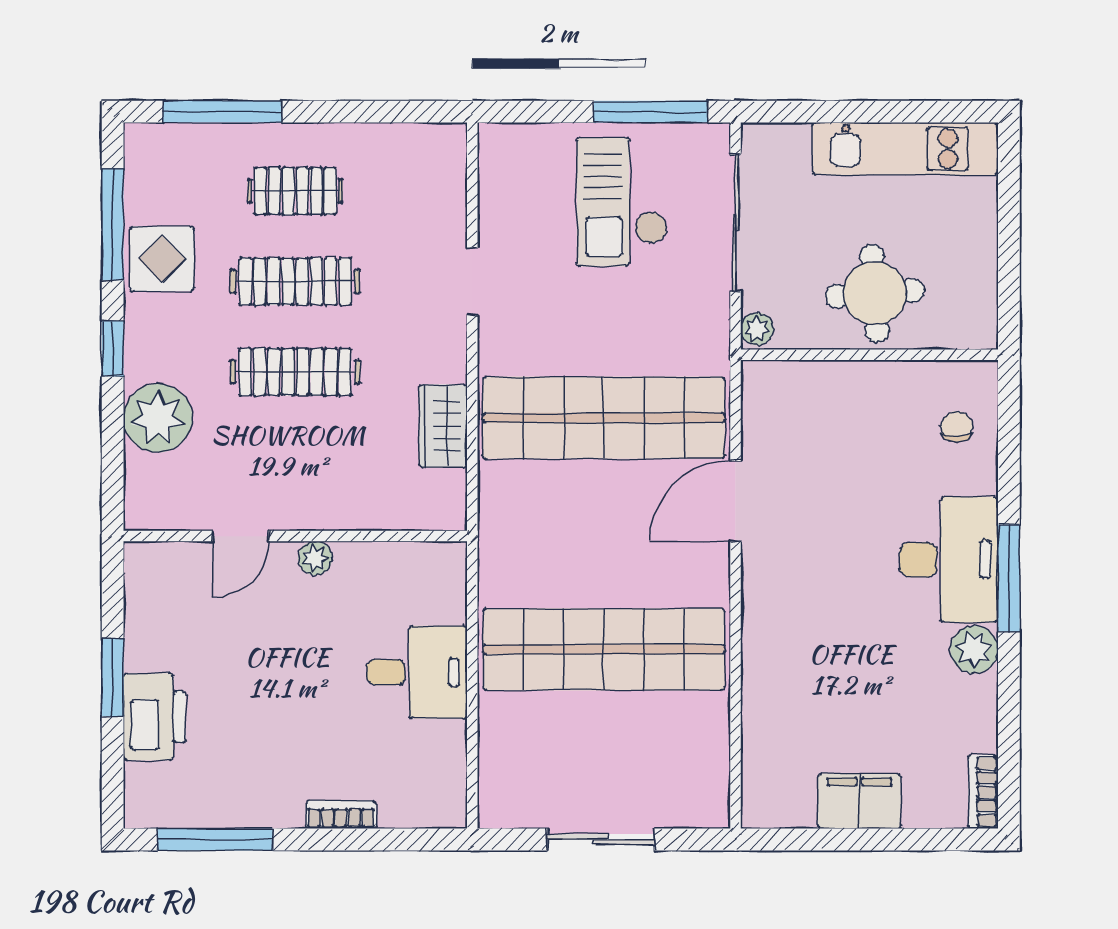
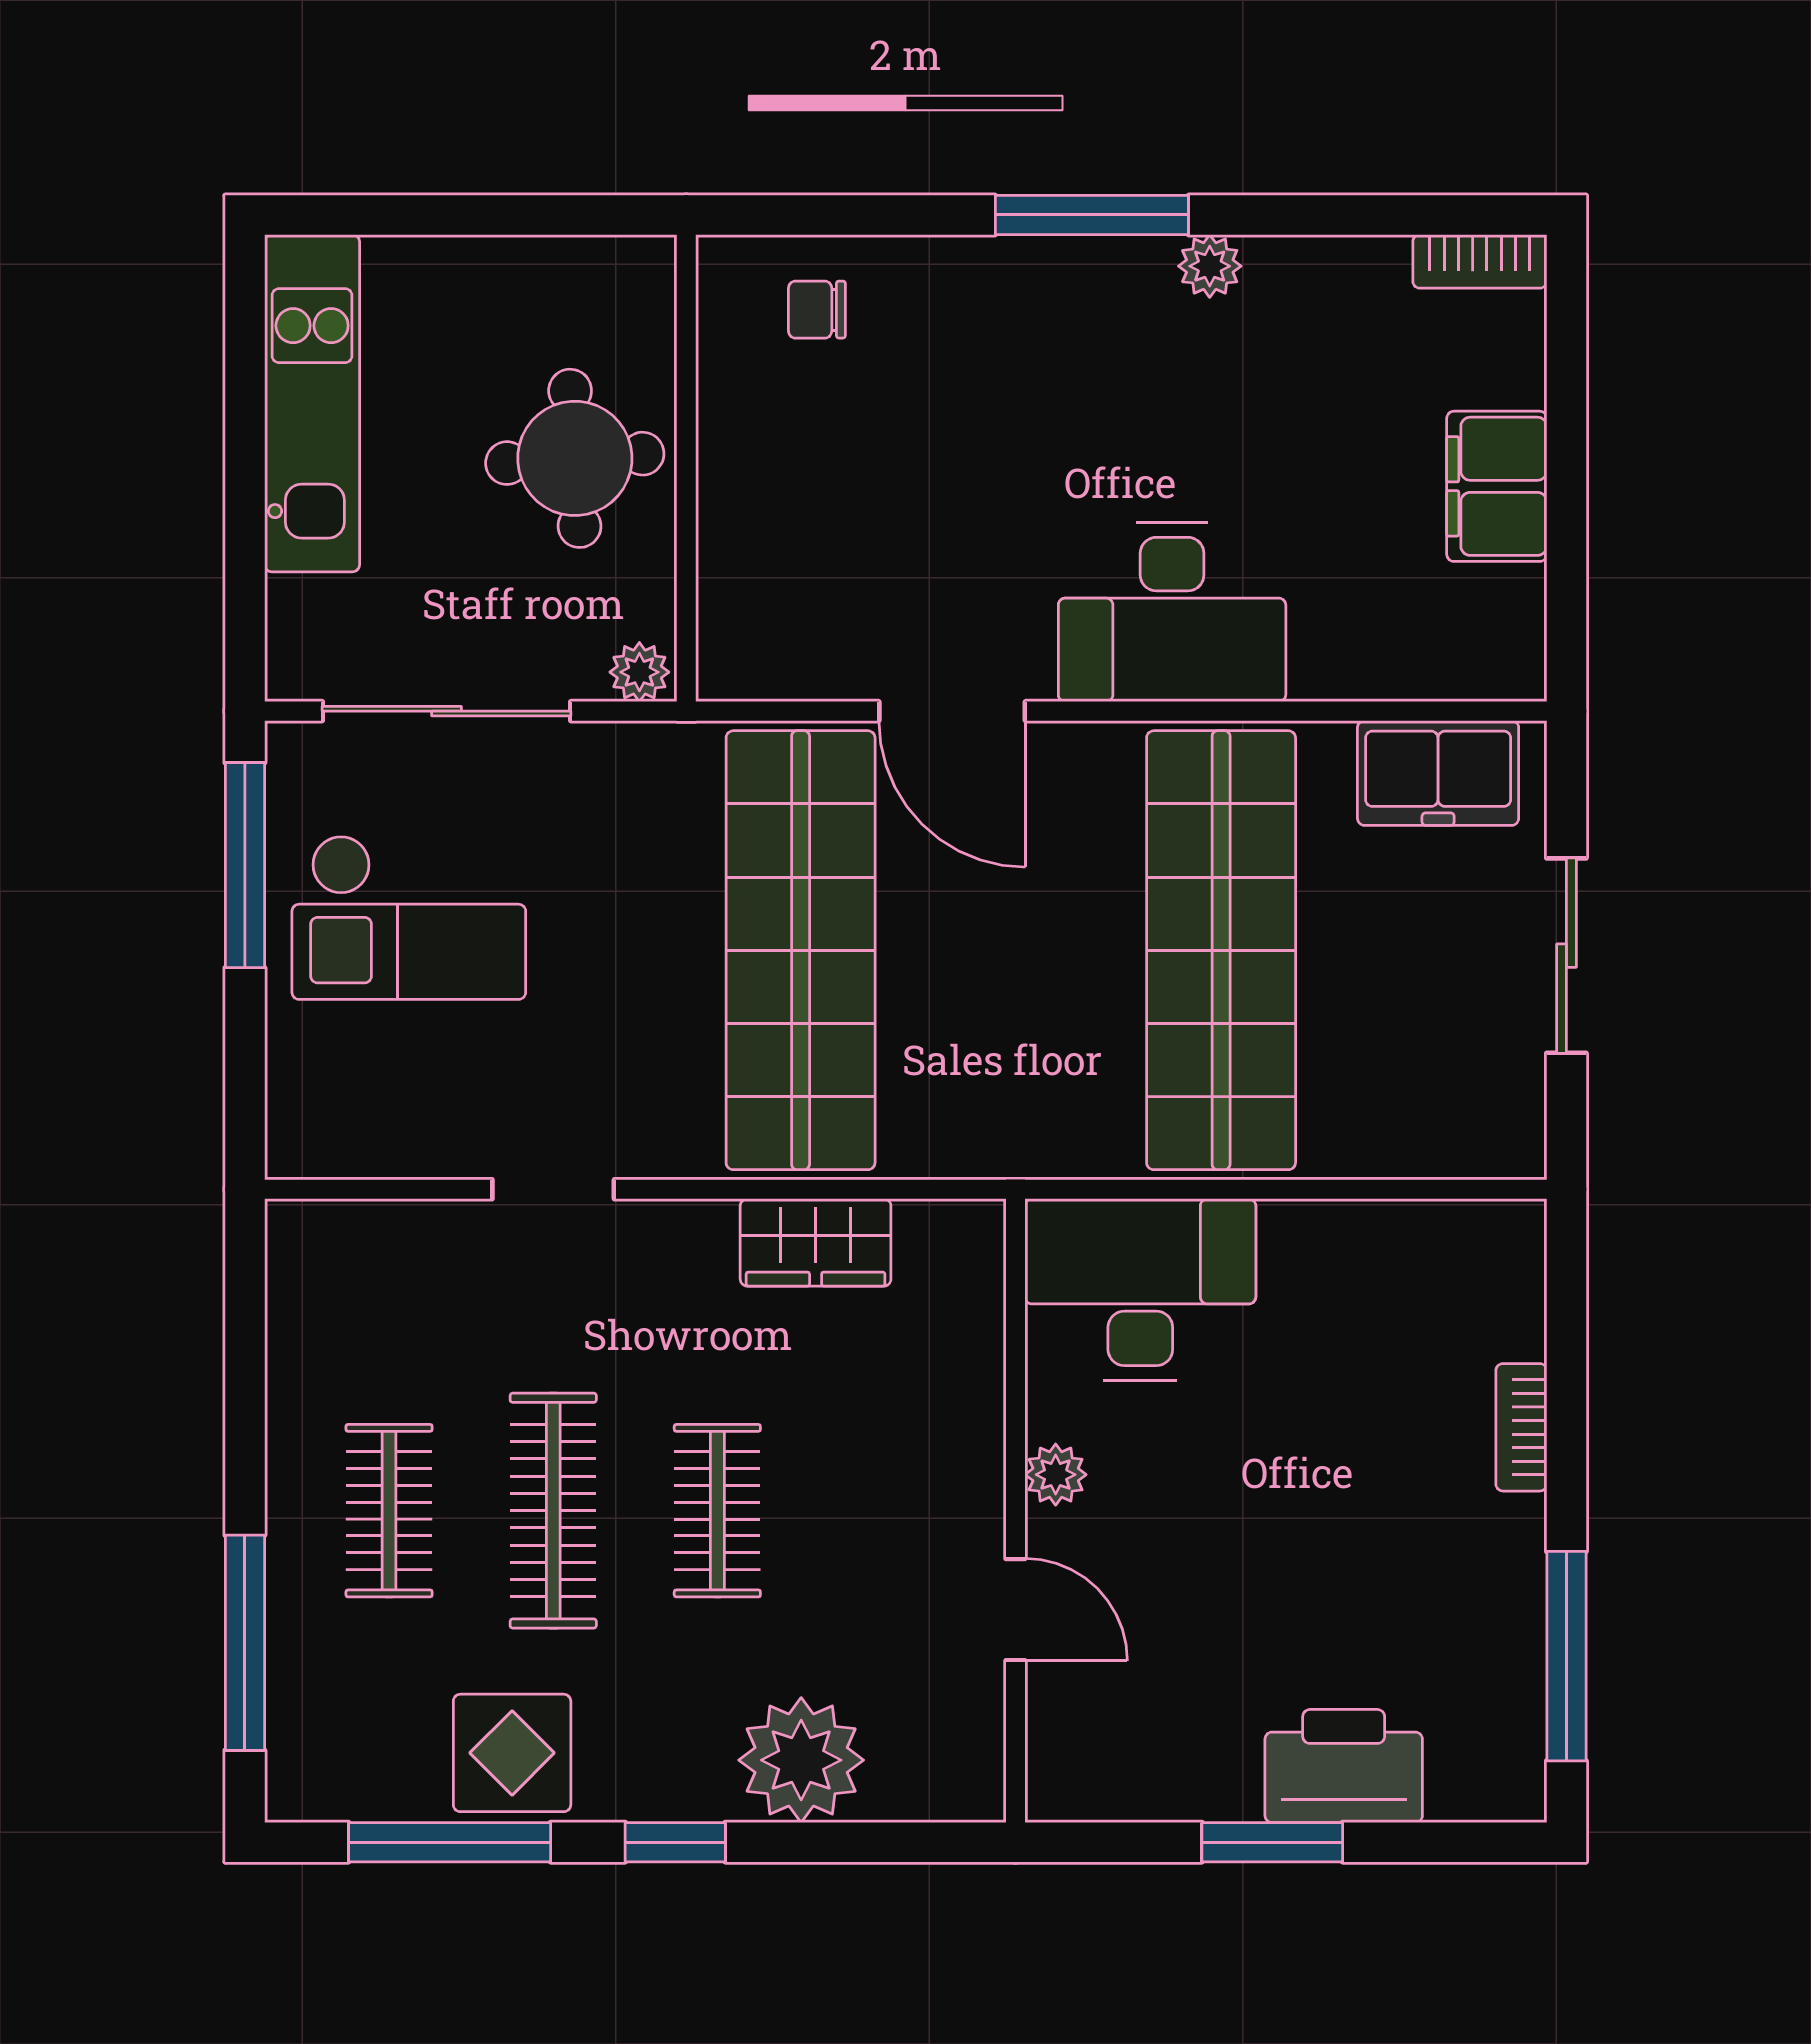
clothes rail: (295, 372) -> (717, 1511), width x0.73
desk: (949, 560) -> (1172, 612), moved, turned 180
plant: (974, 650) -> (1210, 266), width x0.73, depth x0.73
desk: (417, 672) -> (1140, 1289), moved, width x1.37
freezer: (701, 769) -> (1438, 773), added

